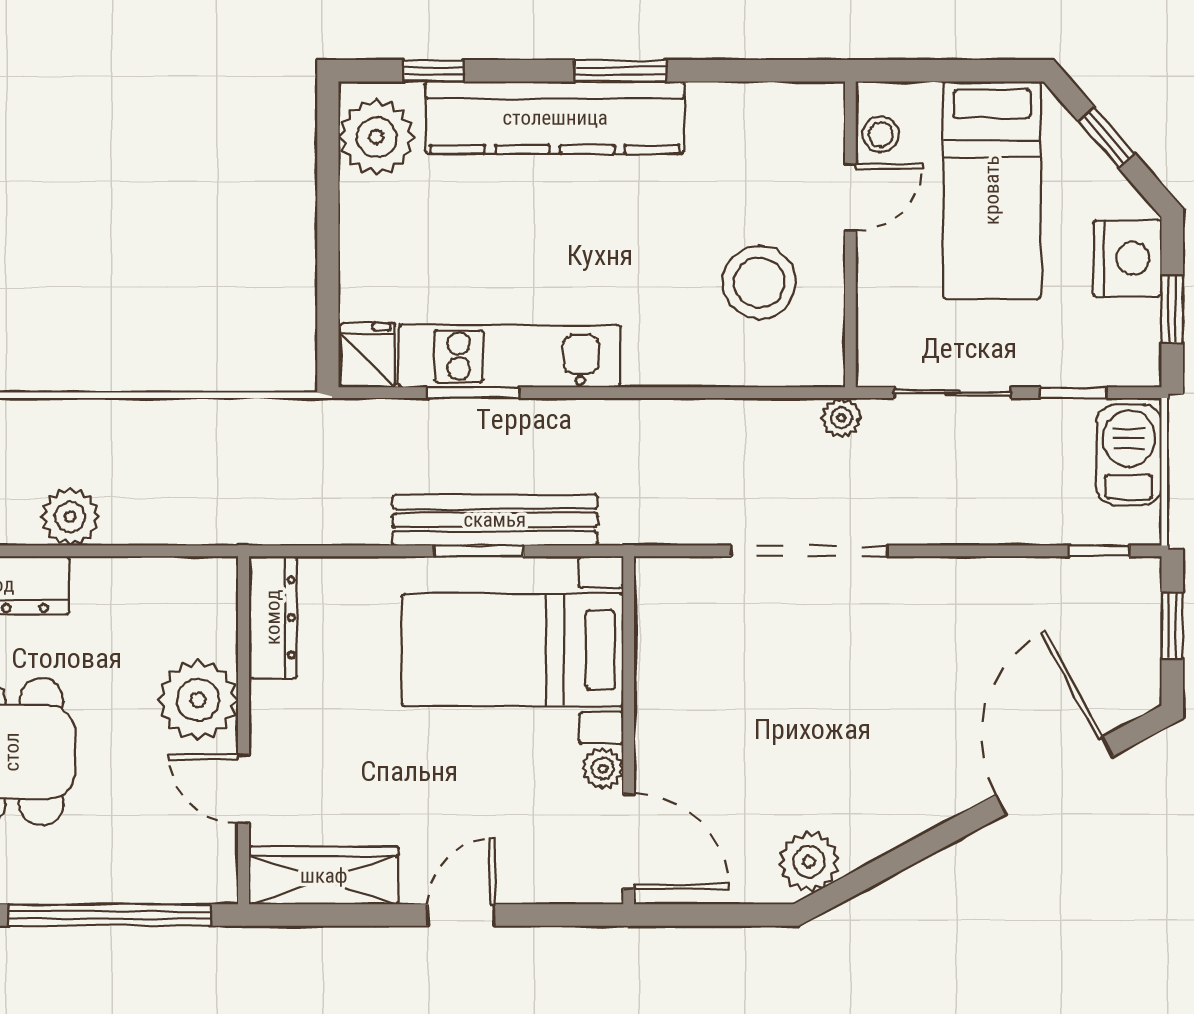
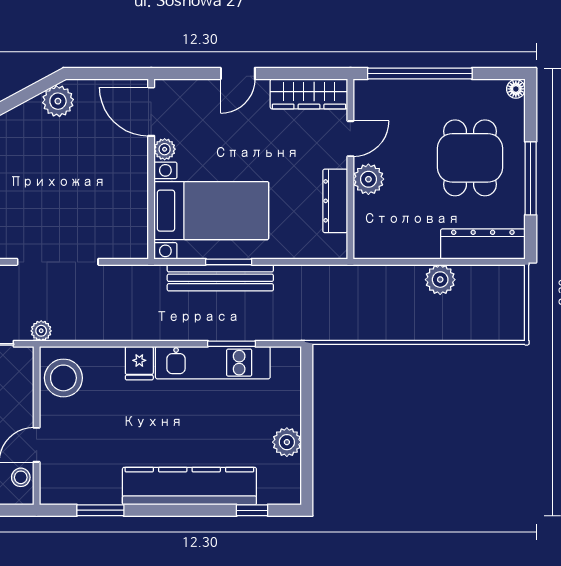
window: (620, 71) -> (100, 510), moved
plant: (377, 137) -> (287, 442), moved, width x0.73, depth x0.73
stool: (759, 283) -> (63, 378), moved
fridge: (368, 355) -> (139, 363), moved
dresser: (273, 617) -> (335, 201), moved
plant: (198, 700) -> (368, 179), width x0.73, depth x0.73
door: (243, 789) -> (350, 139), hinge flipped

